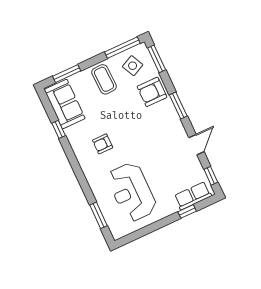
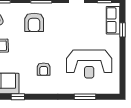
armchair: (152, 92) -> (34, 22), moved
window: (99, 215) -> (85, 97), moved

